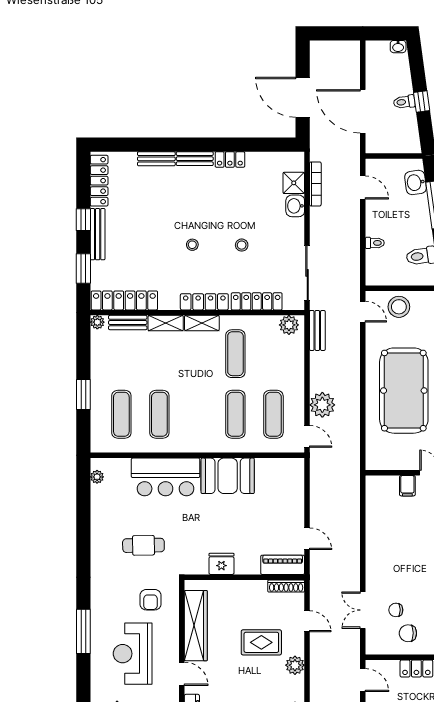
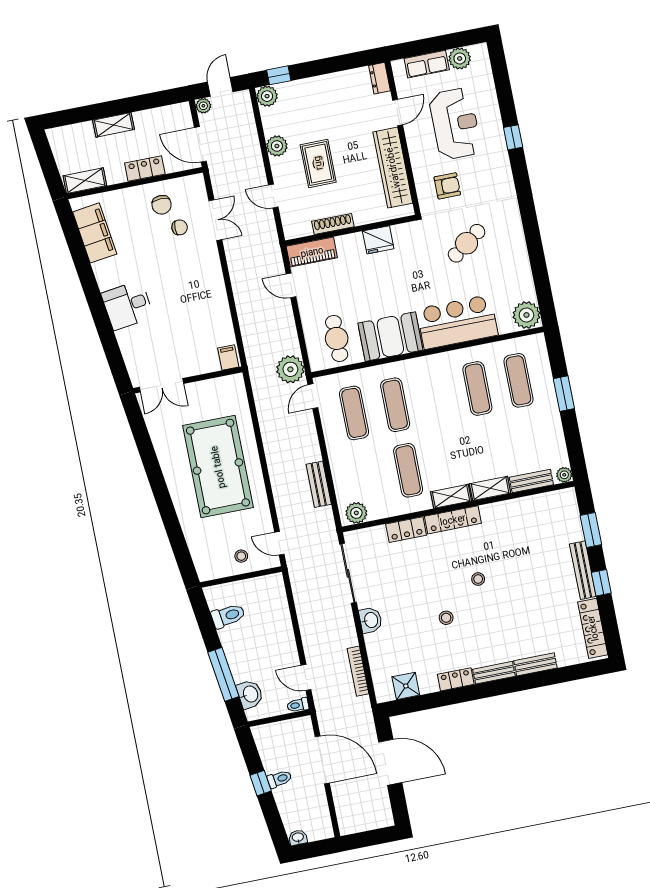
shower: (294, 183) -> (406, 686), moved
washbasin: (295, 206) -> (371, 620), moved
toilet: (375, 243) -> (298, 705), moved
stool: (242, 245) -> (446, 618), moved
locker: (124, 300) -> (540, 504), removed
locker: (257, 301) -> (406, 530), width x0.66
stool: (399, 307) -> (241, 556), width x0.53, depth x0.53
bench: (317, 330) -> (319, 484), moved
plant: (322, 405) -> (290, 369), moved
door: (307, 436) -> (313, 396), hinge flipped
plant: (97, 477) -> (526, 315), width x1.88, depth x1.88
cafe table: (276, 484) -> (337, 338), added
filing cabinet: (407, 486) -> (228, 358), moved
cafe table: (143, 545) -> (467, 243), turned -35
shoe rack: (286, 586) -> (333, 224), moved
armchair: (150, 600) -> (447, 186), turned 90
window: (83, 631) -> (513, 137), width x0.46
chair: (408, 633) -> (162, 205), turned 90
rug: (261, 642) -> (318, 163), turned 90
door: (182, 674) -> (398, 112), swing flipped
door: (363, 680) -> (200, 144), width x1.38

